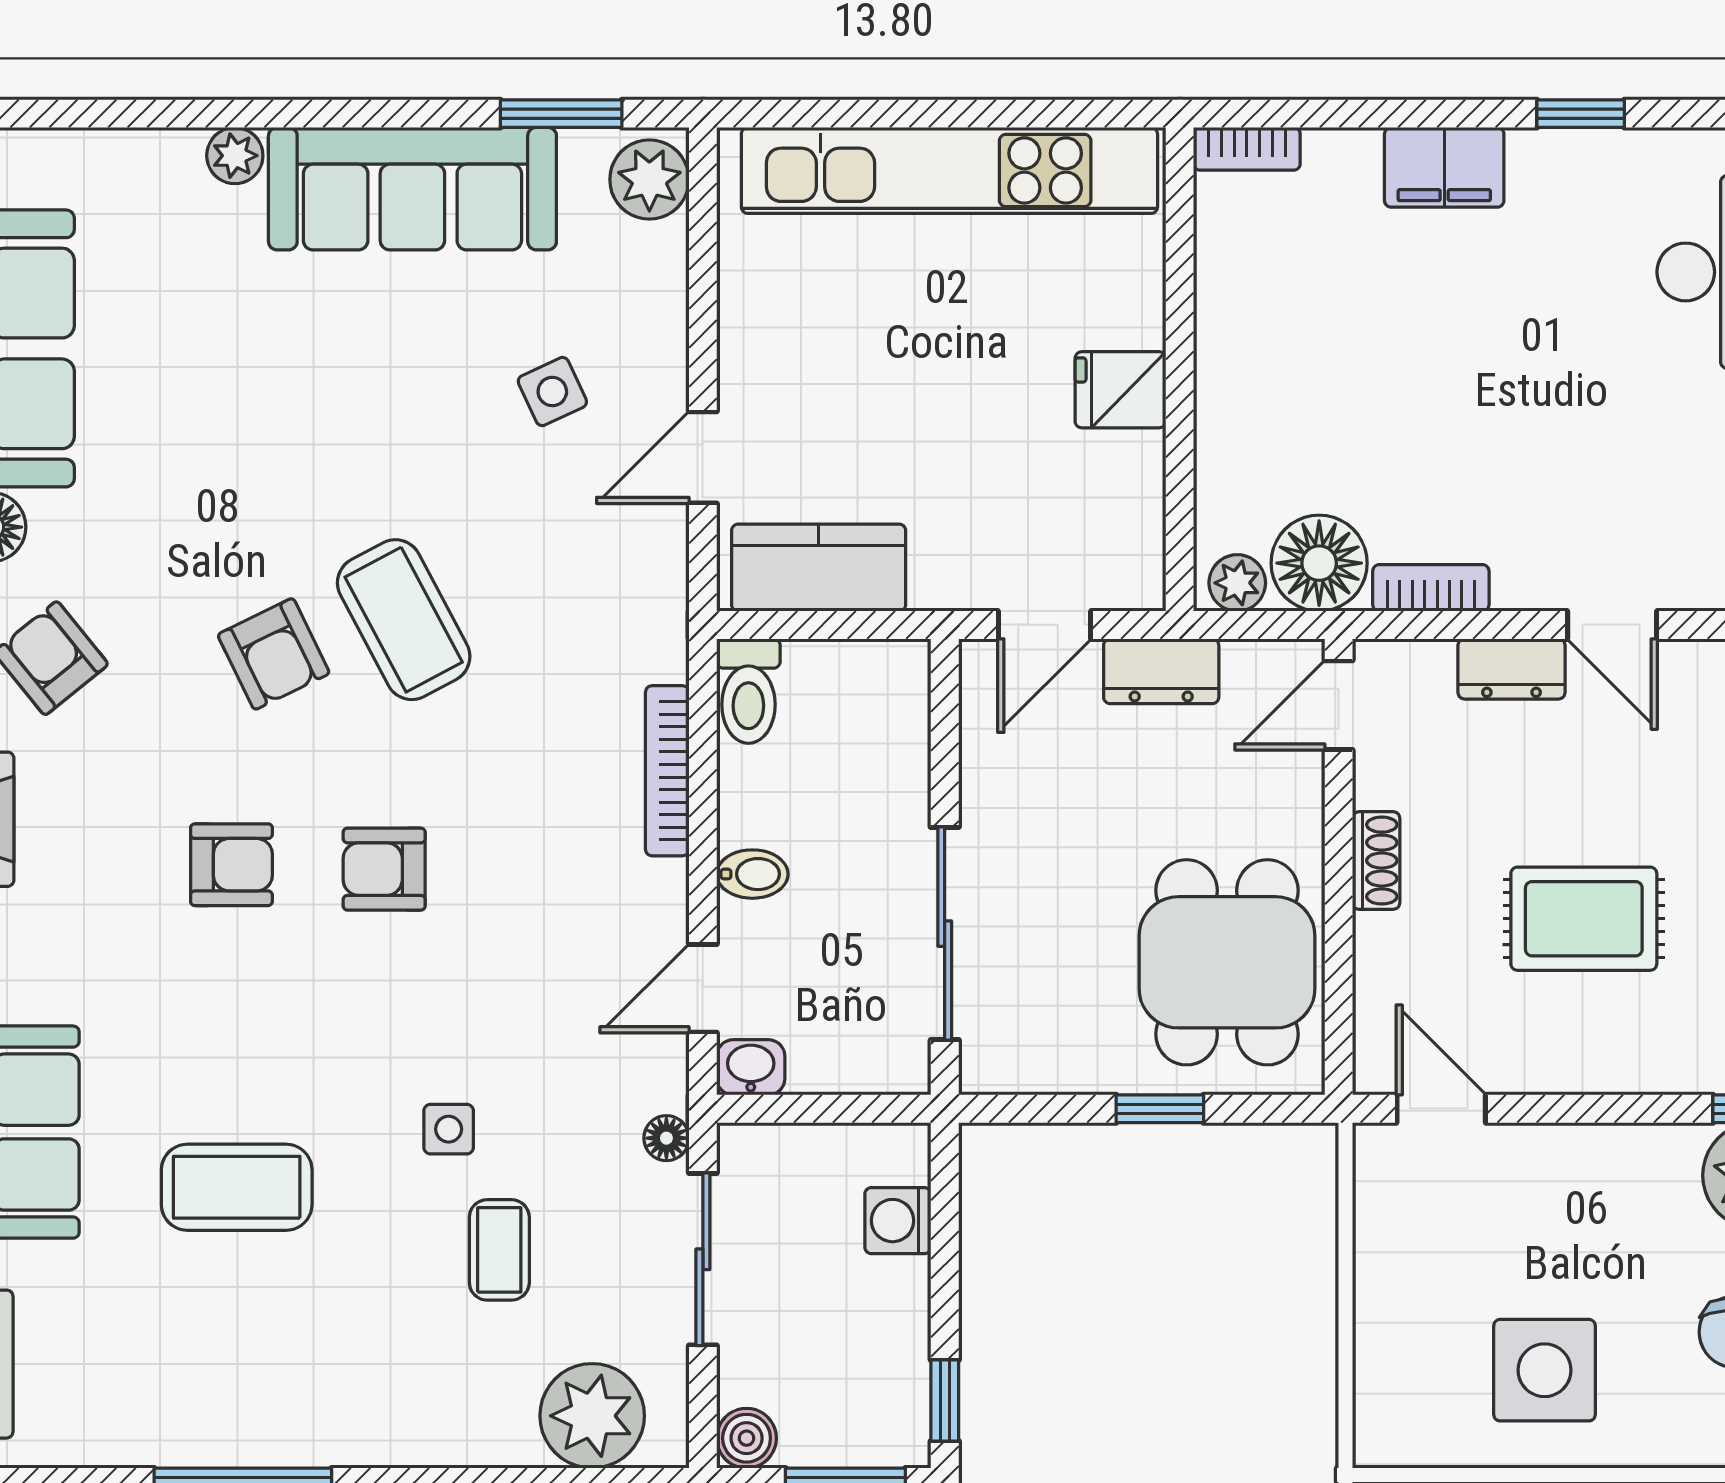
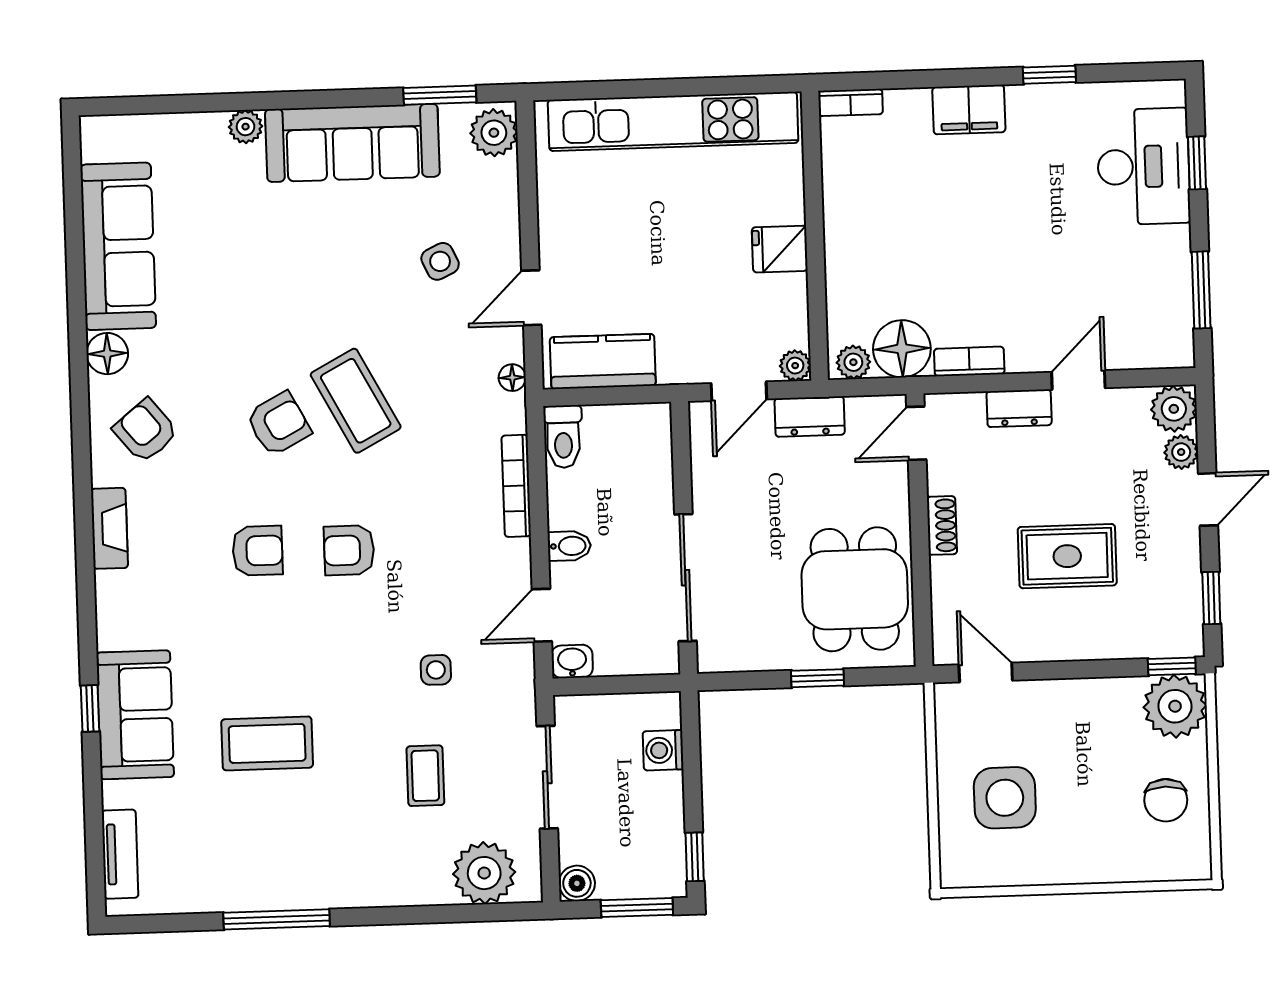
plant: (1140, 585) -> (795, 366), added
door: (1612, 625) -> (1078, 380), swing flipped
armchair: (274, 654) -> (279, 424), turned -92
side table: (449, 1129) -> (436, 670), moved
floor lamp: (666, 1138) -> (512, 378), moved
side table: (1544, 1370) -> (1005, 798), moved

